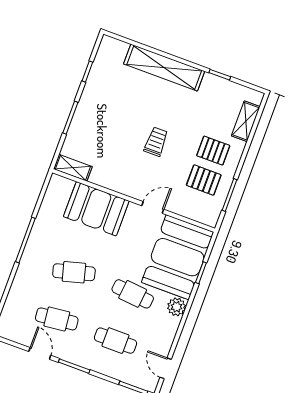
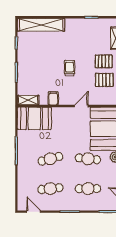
shelving: (164, 68) -> (41, 25), moved
filing cabinet: (113, 179) -> (53, 98), added
booth: (96, 209) -> (34, 118), moved
door: (40, 353) -> (34, 212), moved

